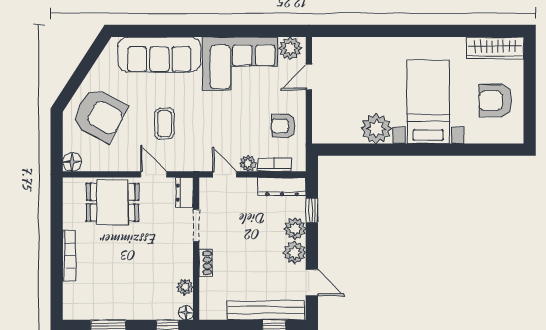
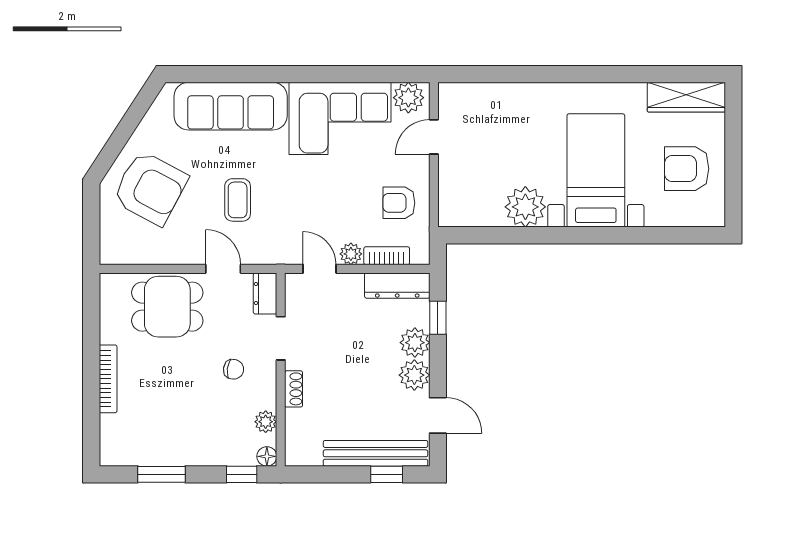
floor lamp: (72, 162) -> (112, 252), removed
chair: (161, 248) -> (234, 369), added

